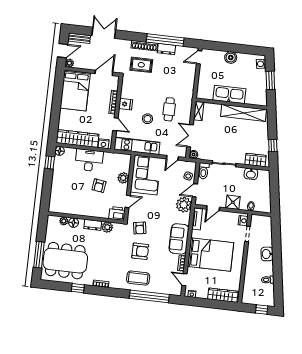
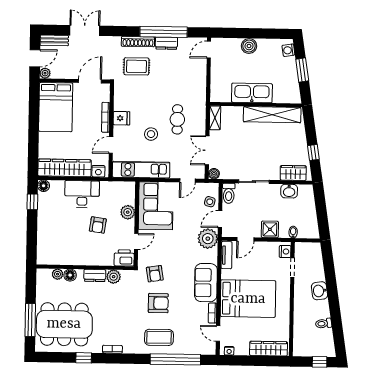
door: (115, 124) -> (111, 145), swing flipped

